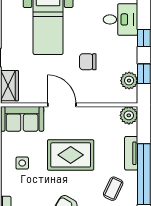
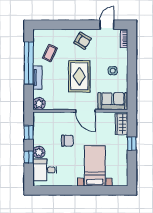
plant: (129, 81) -> (39, 152), moved
rug: (71, 155) -> (79, 76), turned 90

